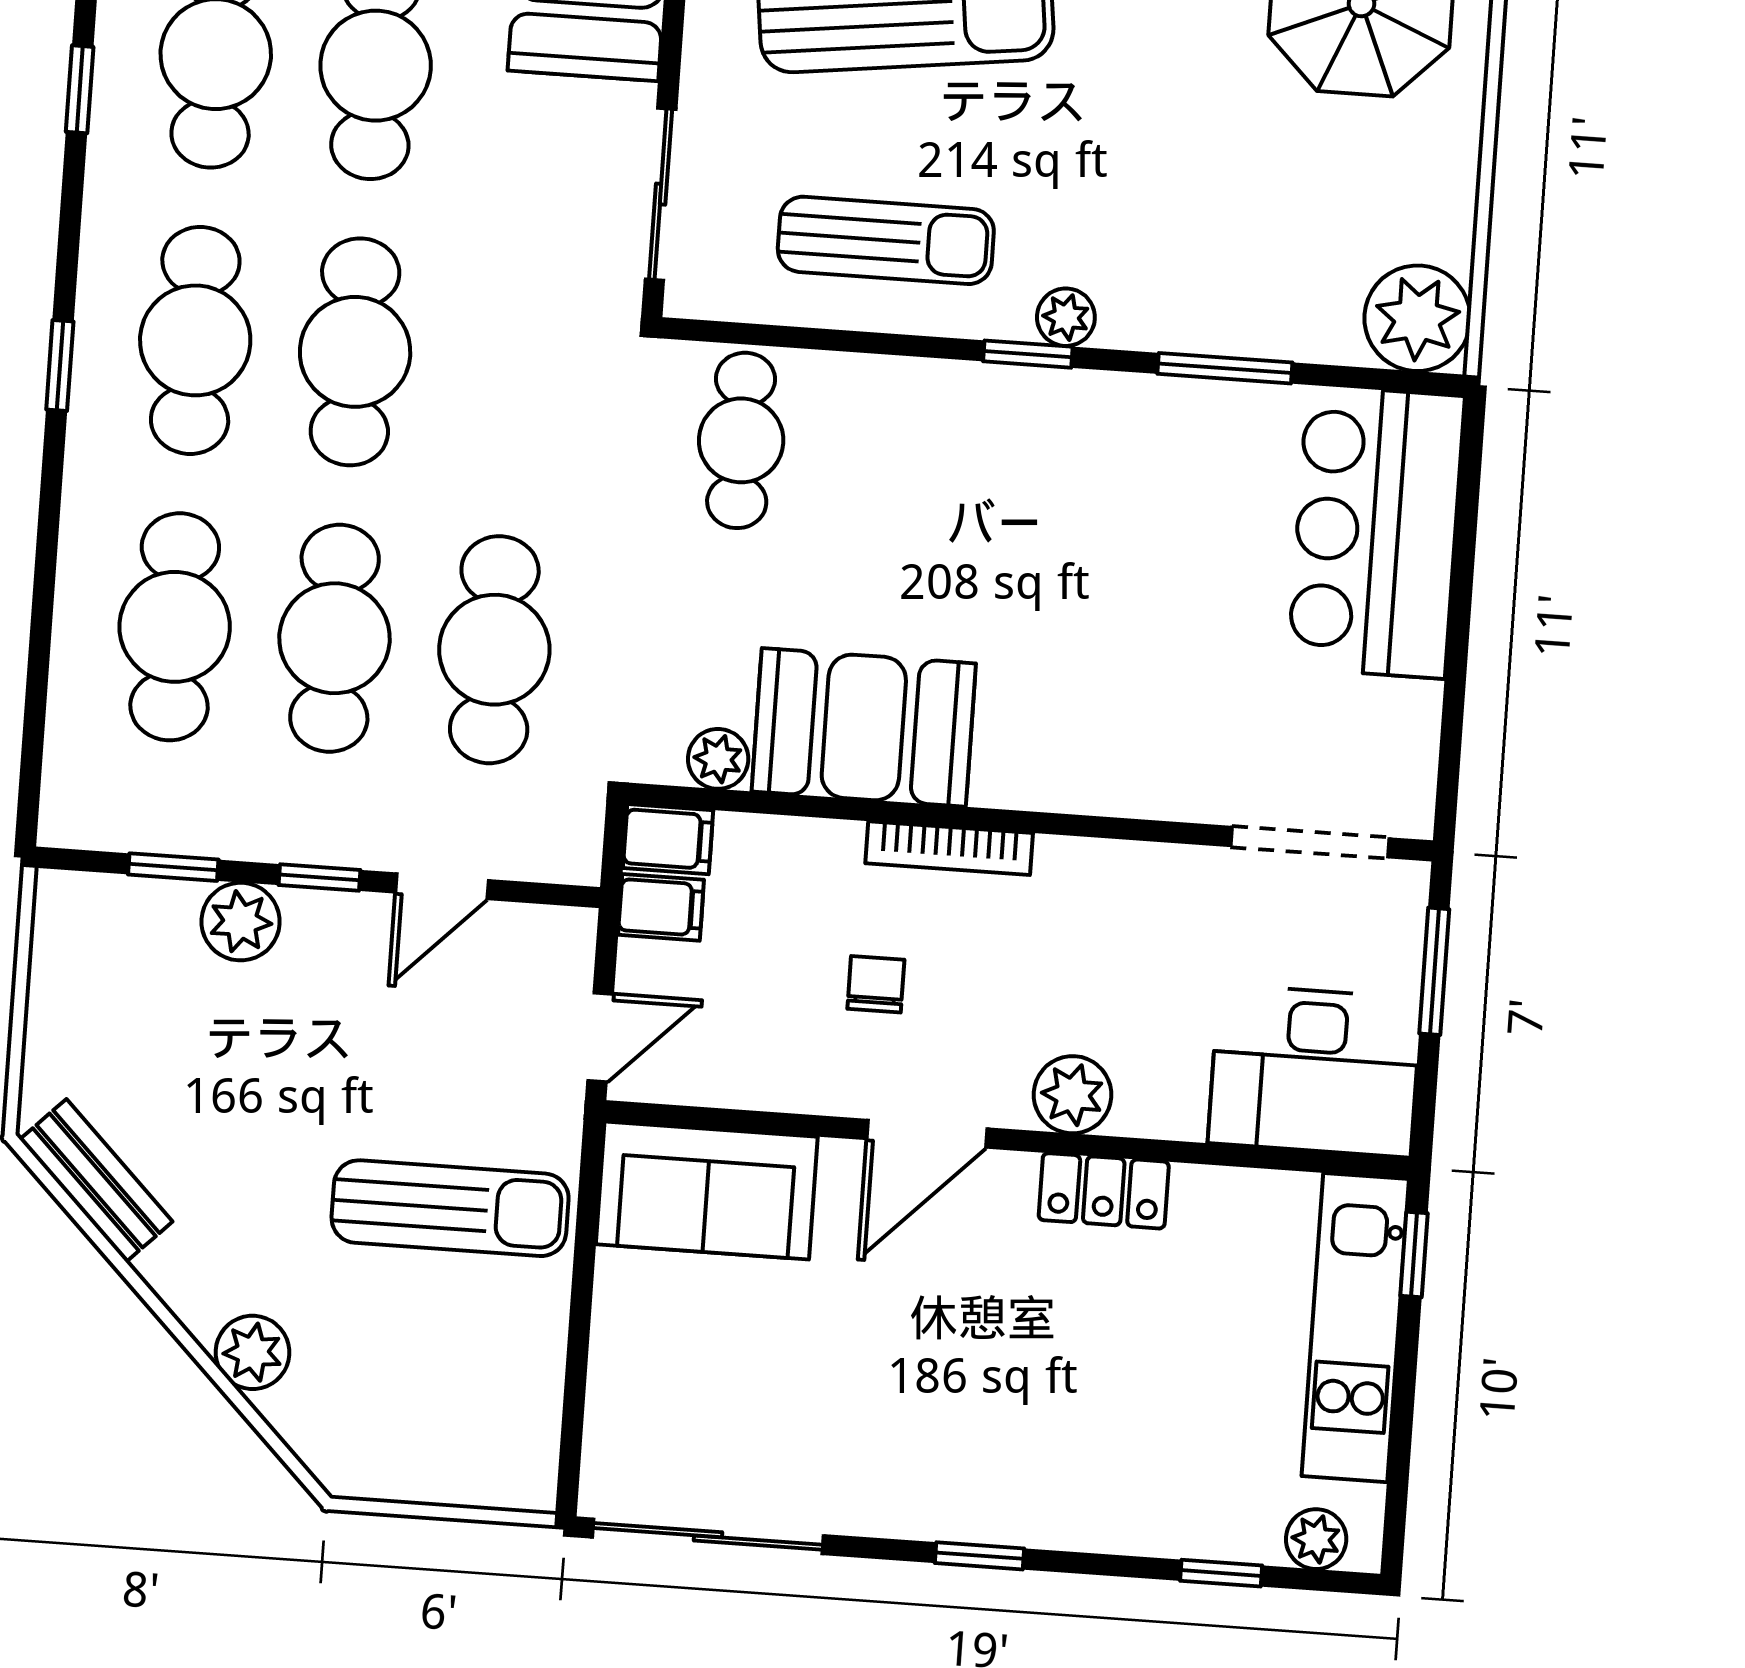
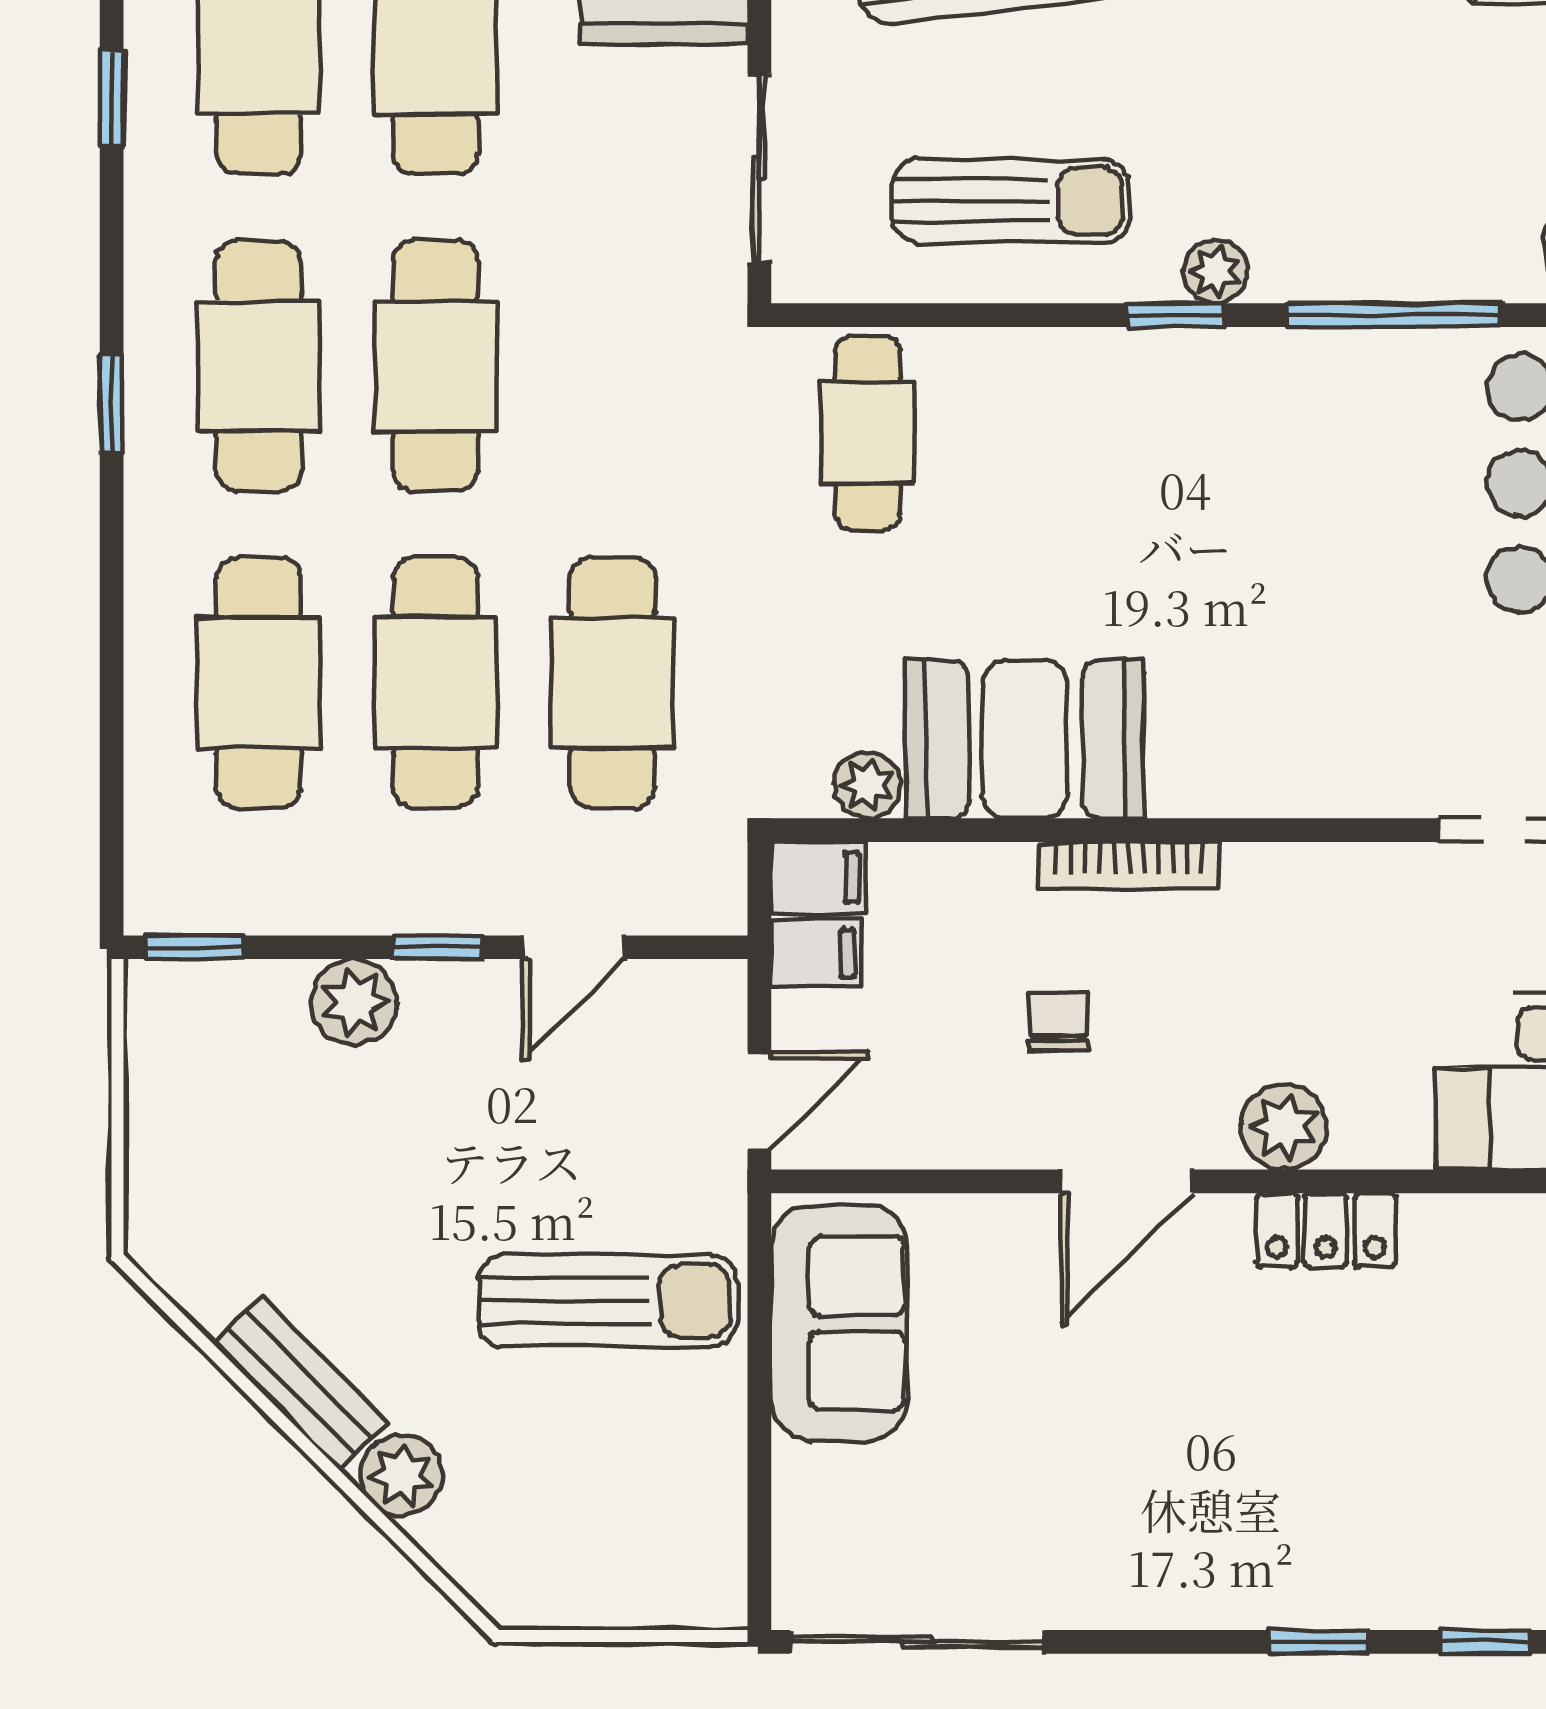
window: (1225, 368) -> (1394, 315), width x1.44
window: (173, 867) -> (195, 947), moved
bench: (96, 1181) -> (301, 1383), moved
sofa: (707, 1190) -> (839, 1323), moved, turned -90
window: (980, 1556) -> (1318, 1642), moved

